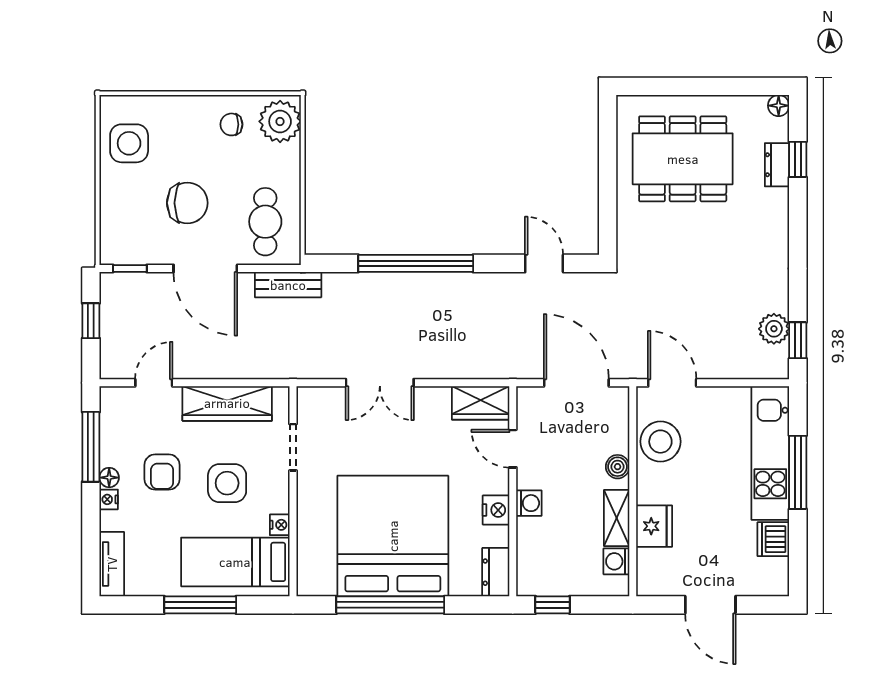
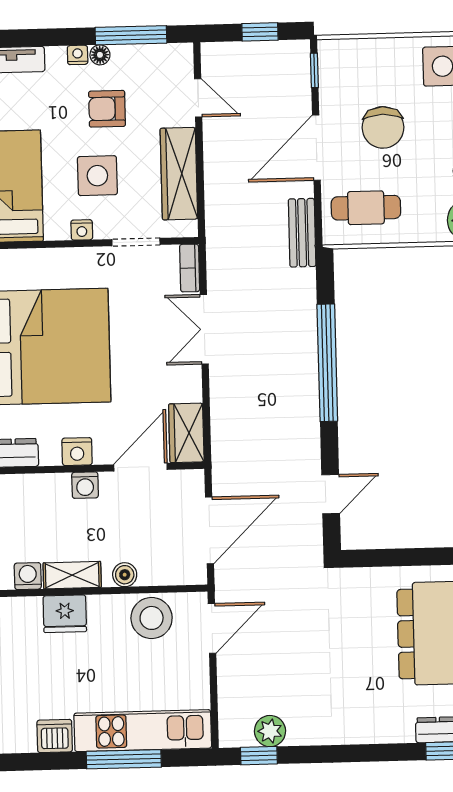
bookcase: (320, 395) -> (190, 268), added
door: (513, 449) -> (140, 467), width x1.38
nightstand: (280, 525) -> (82, 230), moved

